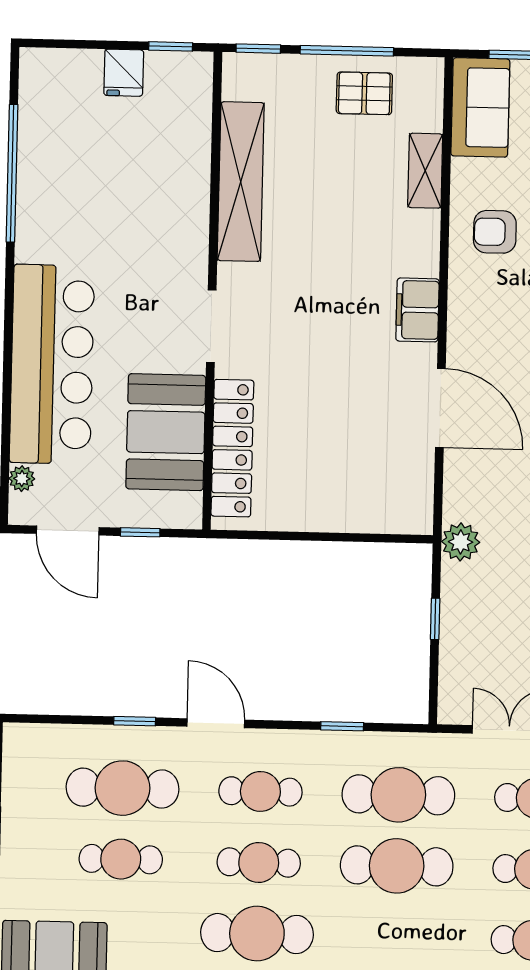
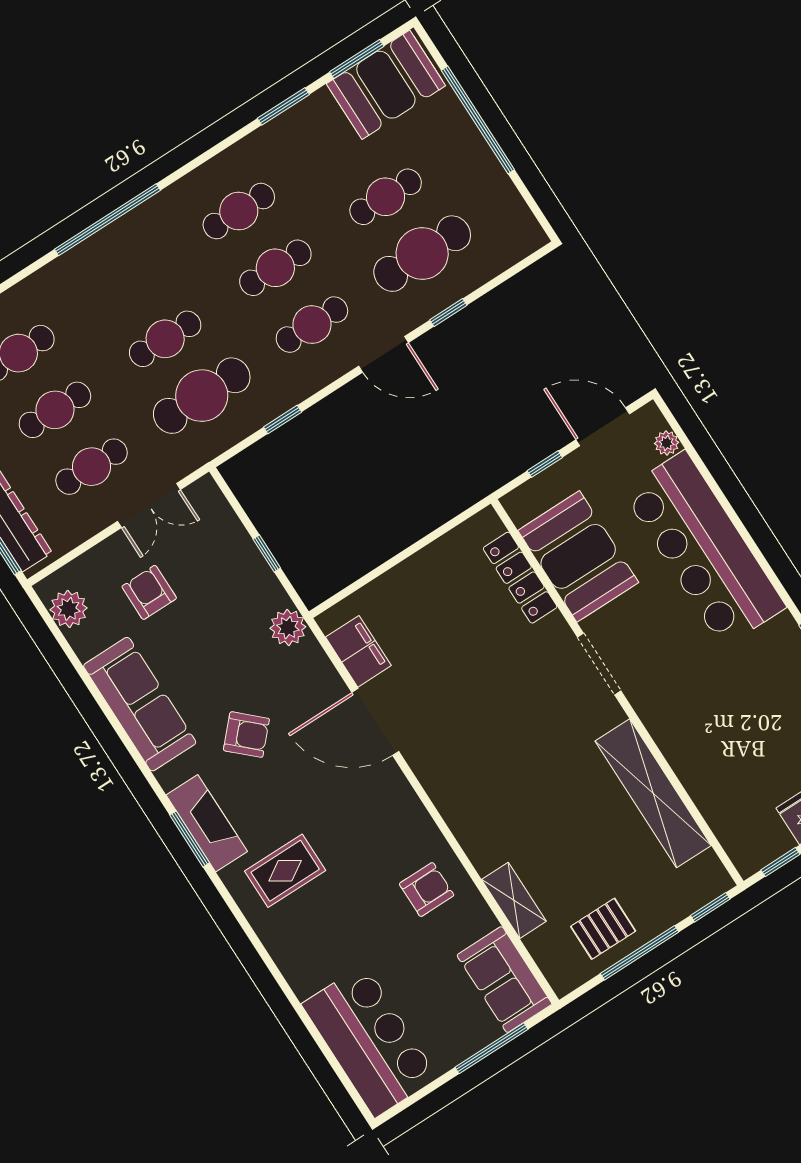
filing cabinet: (417, 310) -> (358, 651), moved
locker: (232, 448) -> (520, 578), width x0.71, depth x0.83
cafe table: (397, 866) -> (165, 339), width x0.73, depth x0.74
cafe table: (257, 934) -> (239, 211), width x0.73, depth x0.74

